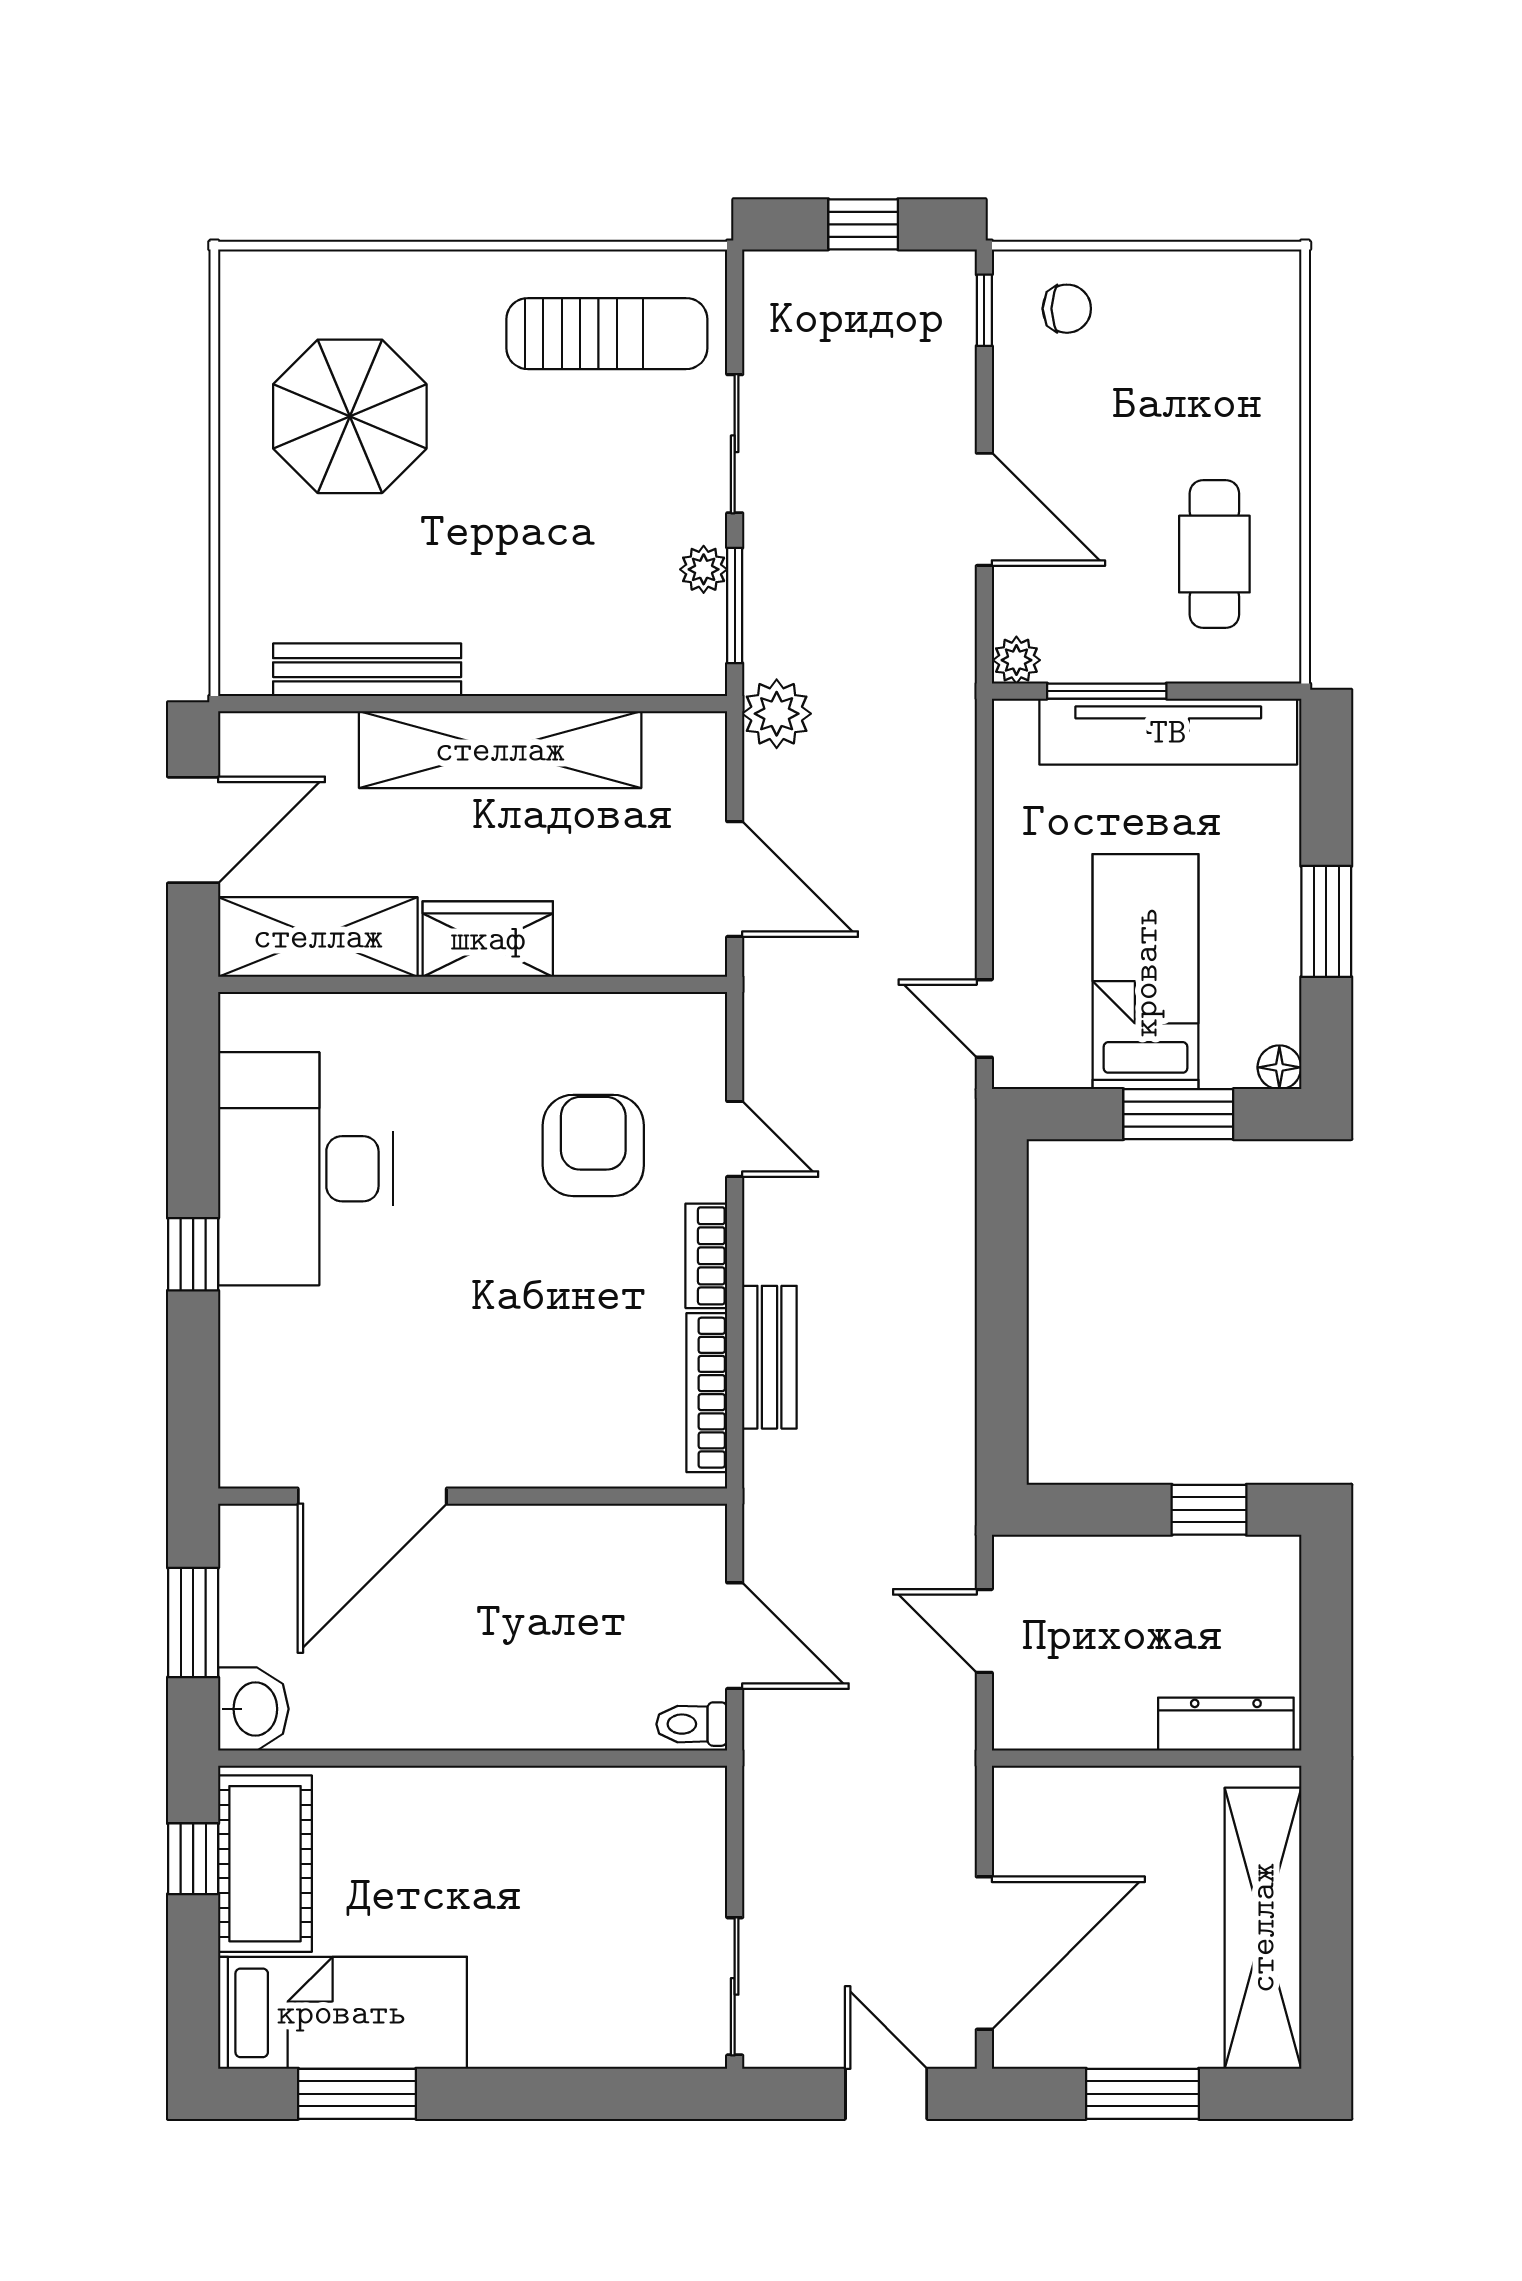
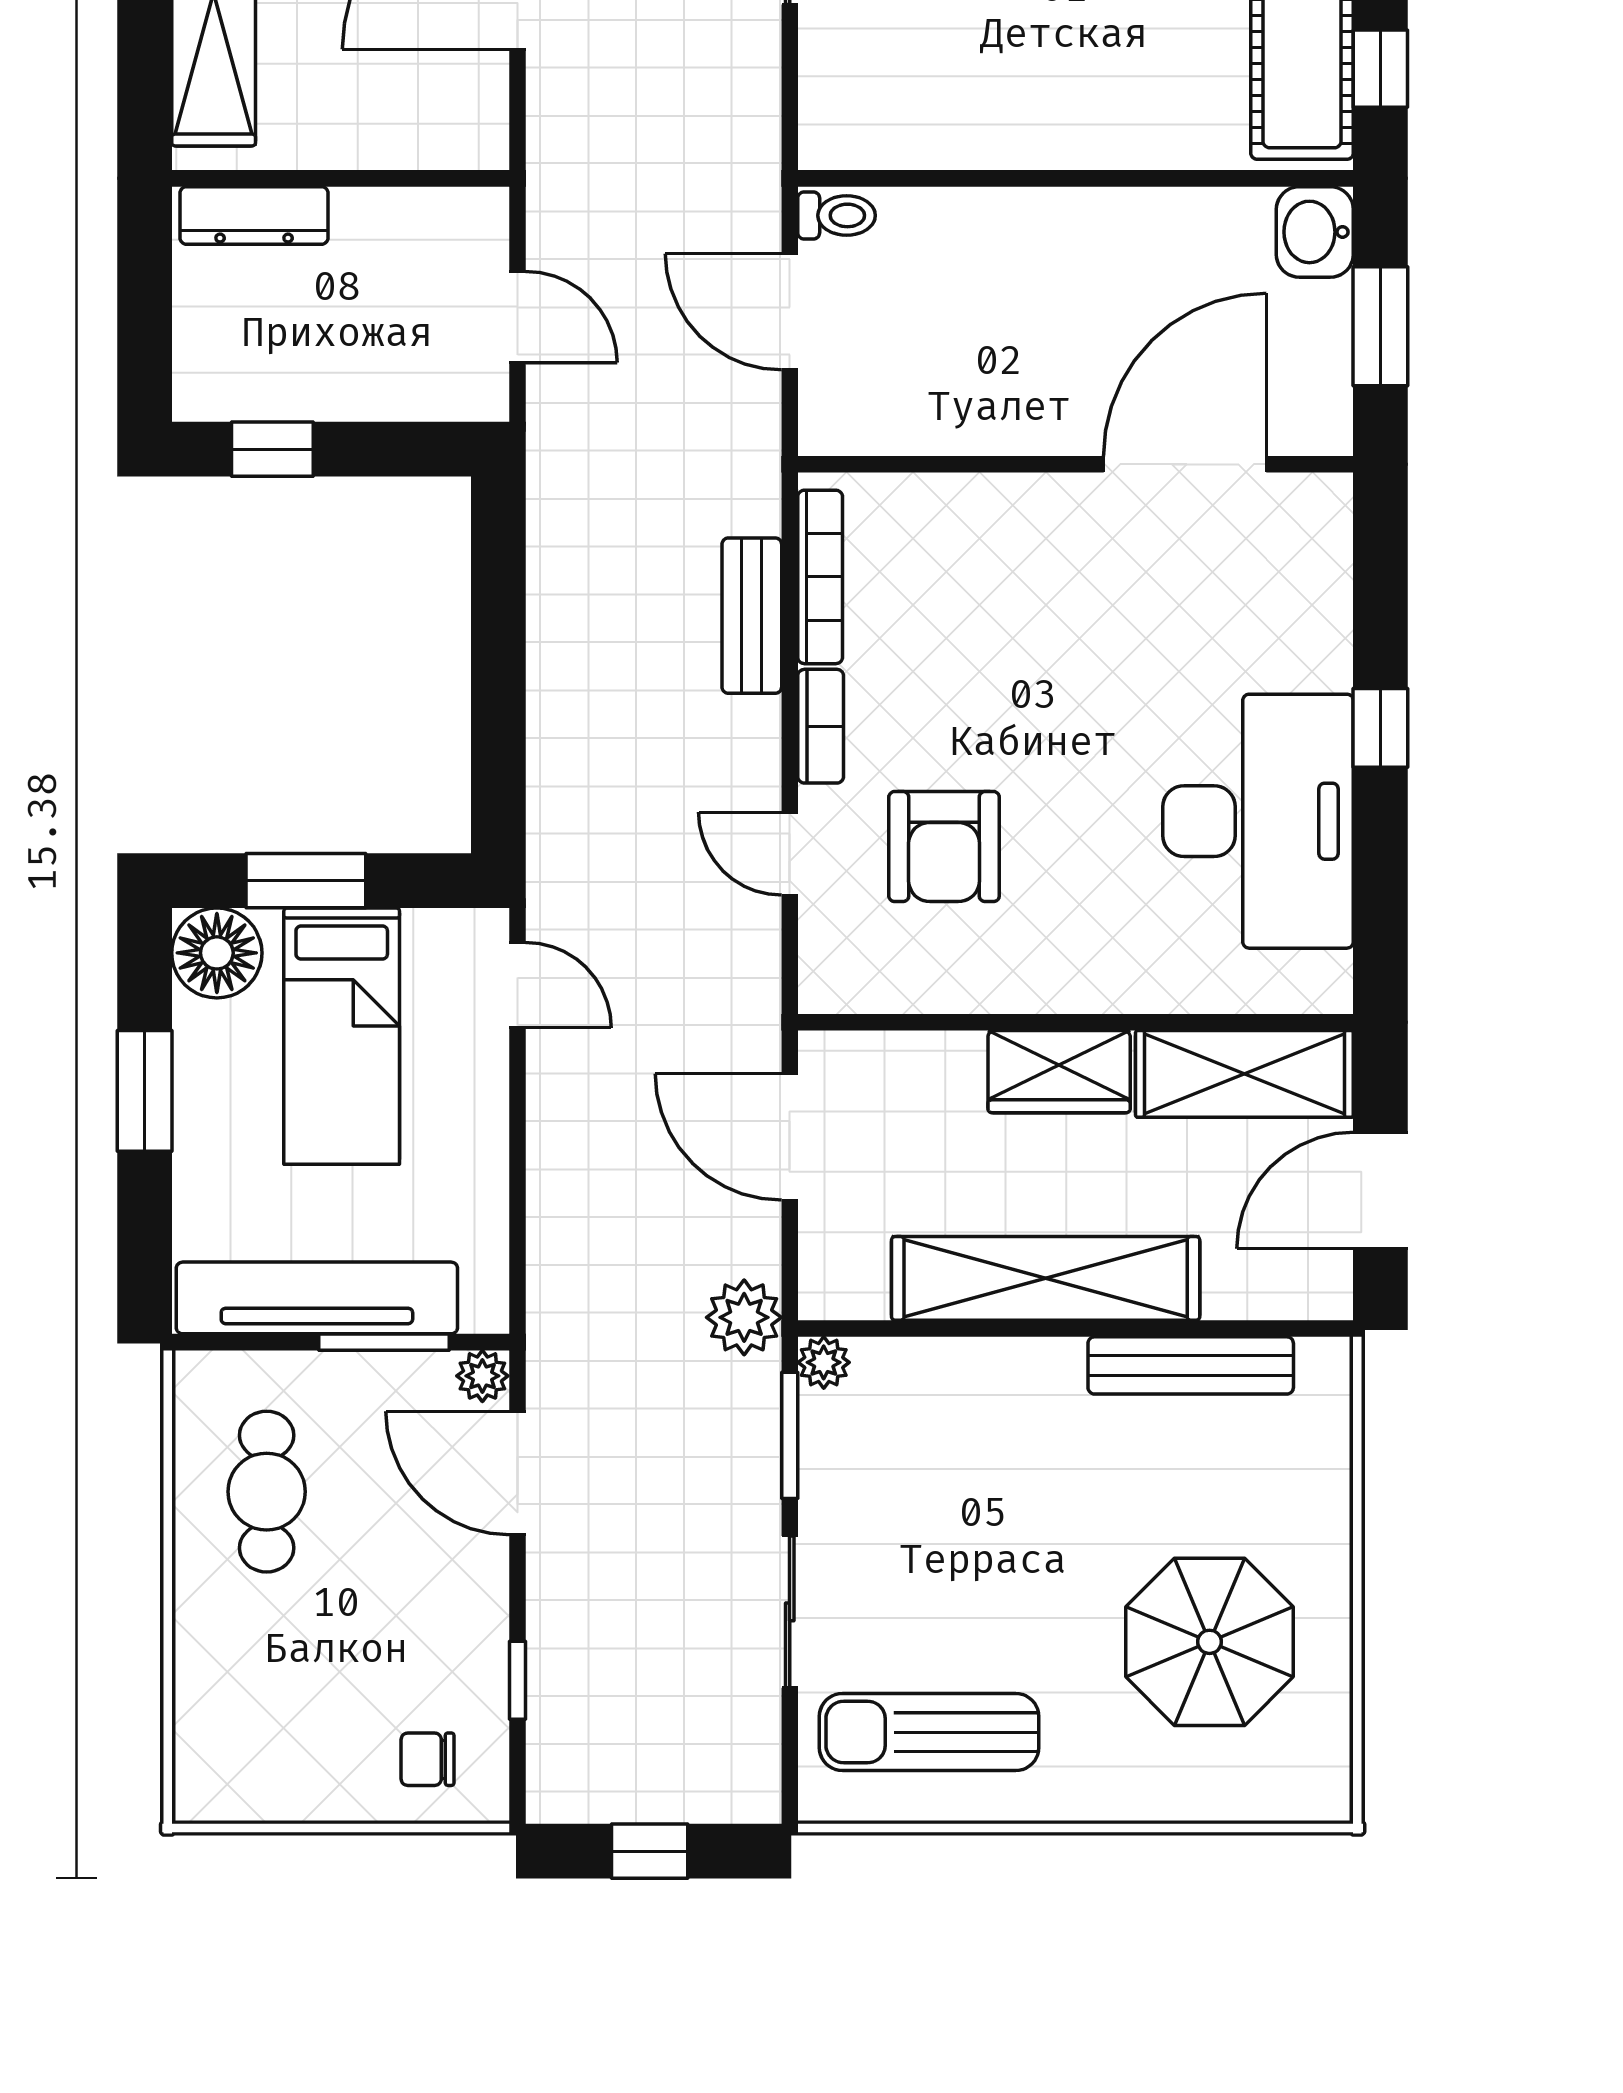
window: (984, 310) -> (518, 1680), moved
door: (984, 509) -> (518, 1473), moved
plant: (704, 569) -> (824, 1362), moved
floor lamp: (1279, 1067) -> (217, 953), width x1.89, depth x1.89

